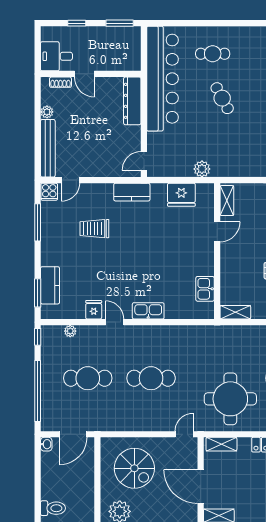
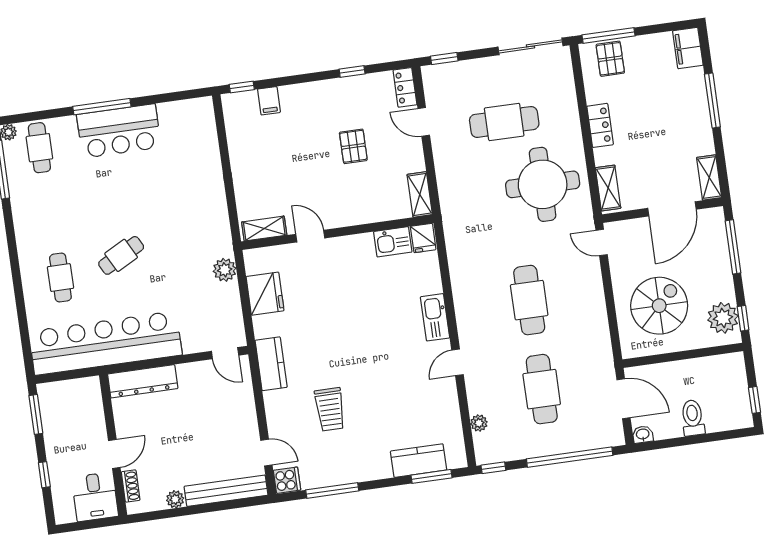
fridge: (94, 310) -> (423, 238), moved, turned -90
toilet: (53, 508) -> (693, 418), moved

